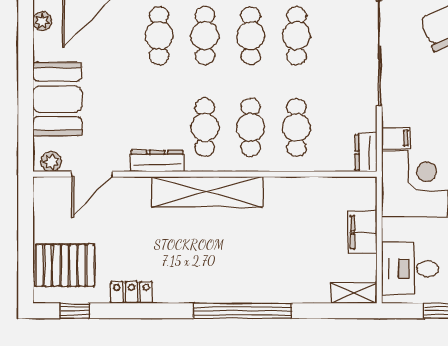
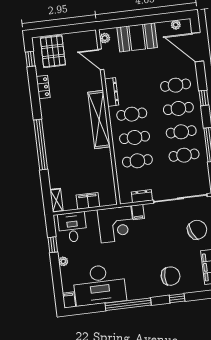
dresser: (366, 152) -> (142, 196), moved

